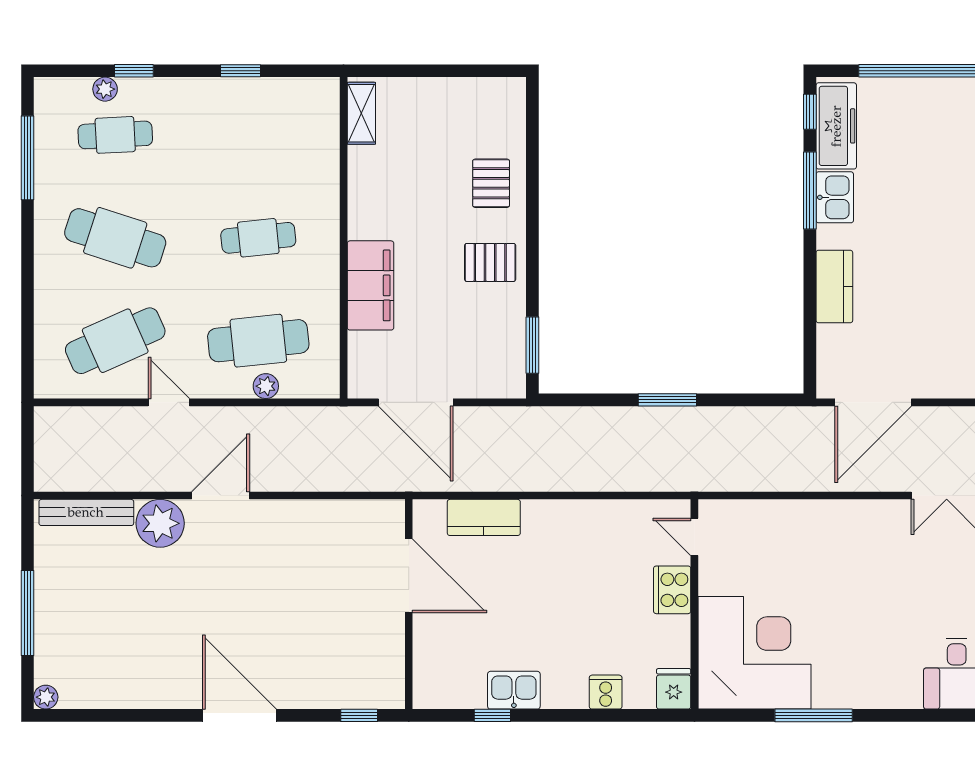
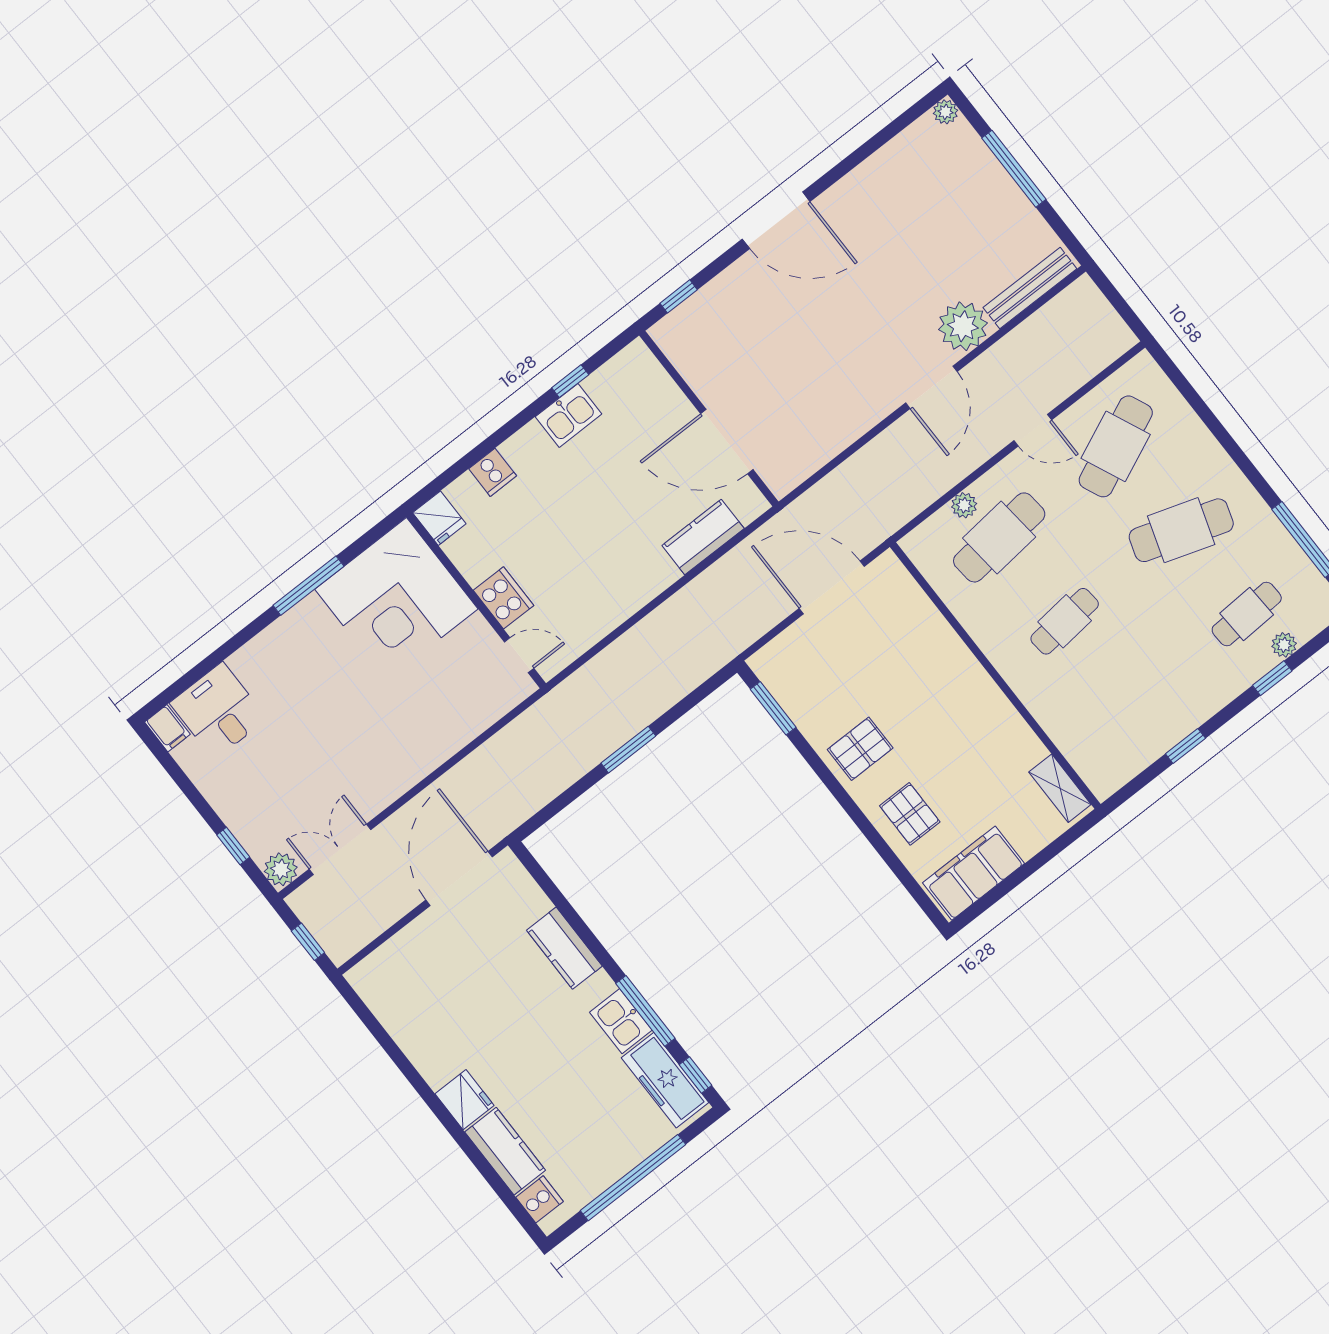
filing cabinet: (370, 285) -> (973, 873), moved, turned 90

